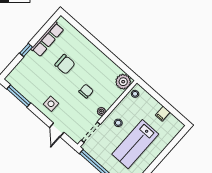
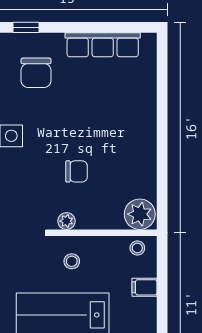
window: (26, 50) -> (26, 27), moved
chair: (65, 64) -> (36, 73), moved
filing cabinet: (163, 114) -> (144, 287), moved

